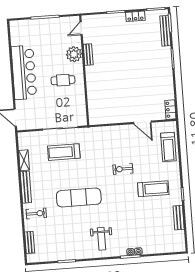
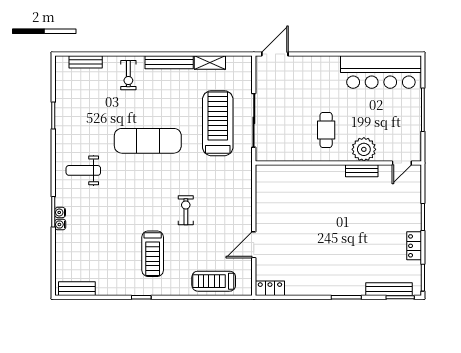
door: (81, 28) -> (402, 163), swing flipped
bar counter: (24, 72) -> (381, 72), moved
treadmill: (64, 152) -> (218, 123), width x1.37, depth x1.38
exercise mat: (79, 197) -> (148, 141), turned 90
bench: (179, 218) -> (77, 289), moved

